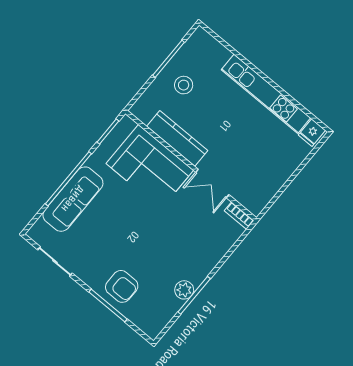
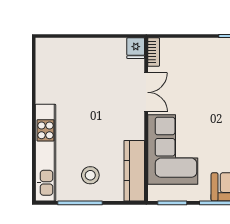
kitchen unit: (266, 94) -> (45, 153), moved
fridge: (312, 133) -> (136, 48), moved, turned 90
kitchen counter: (177, 138) -> (134, 171), moved

